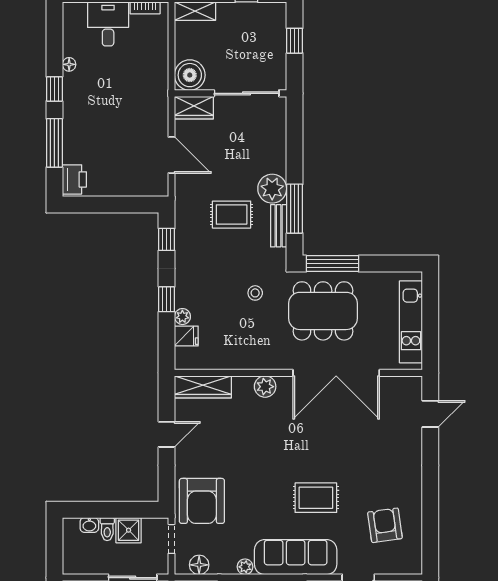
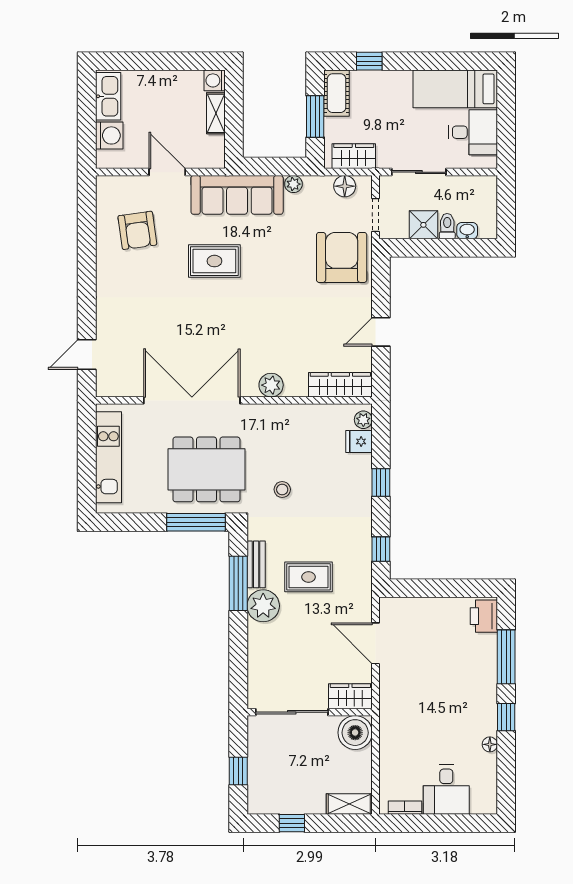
plant: (182, 317) -> (363, 420), moved

